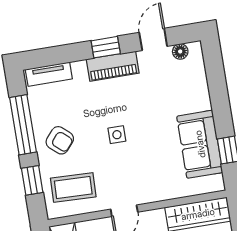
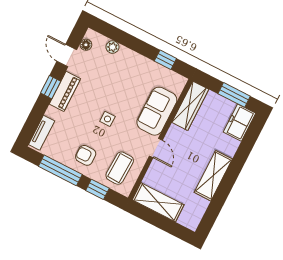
plant: (199, 82) -> (112, 47), added
armchair: (60, 140) -> (86, 155), turned -131
sofa: (200, 144) -> (157, 111), moved, turned 90

